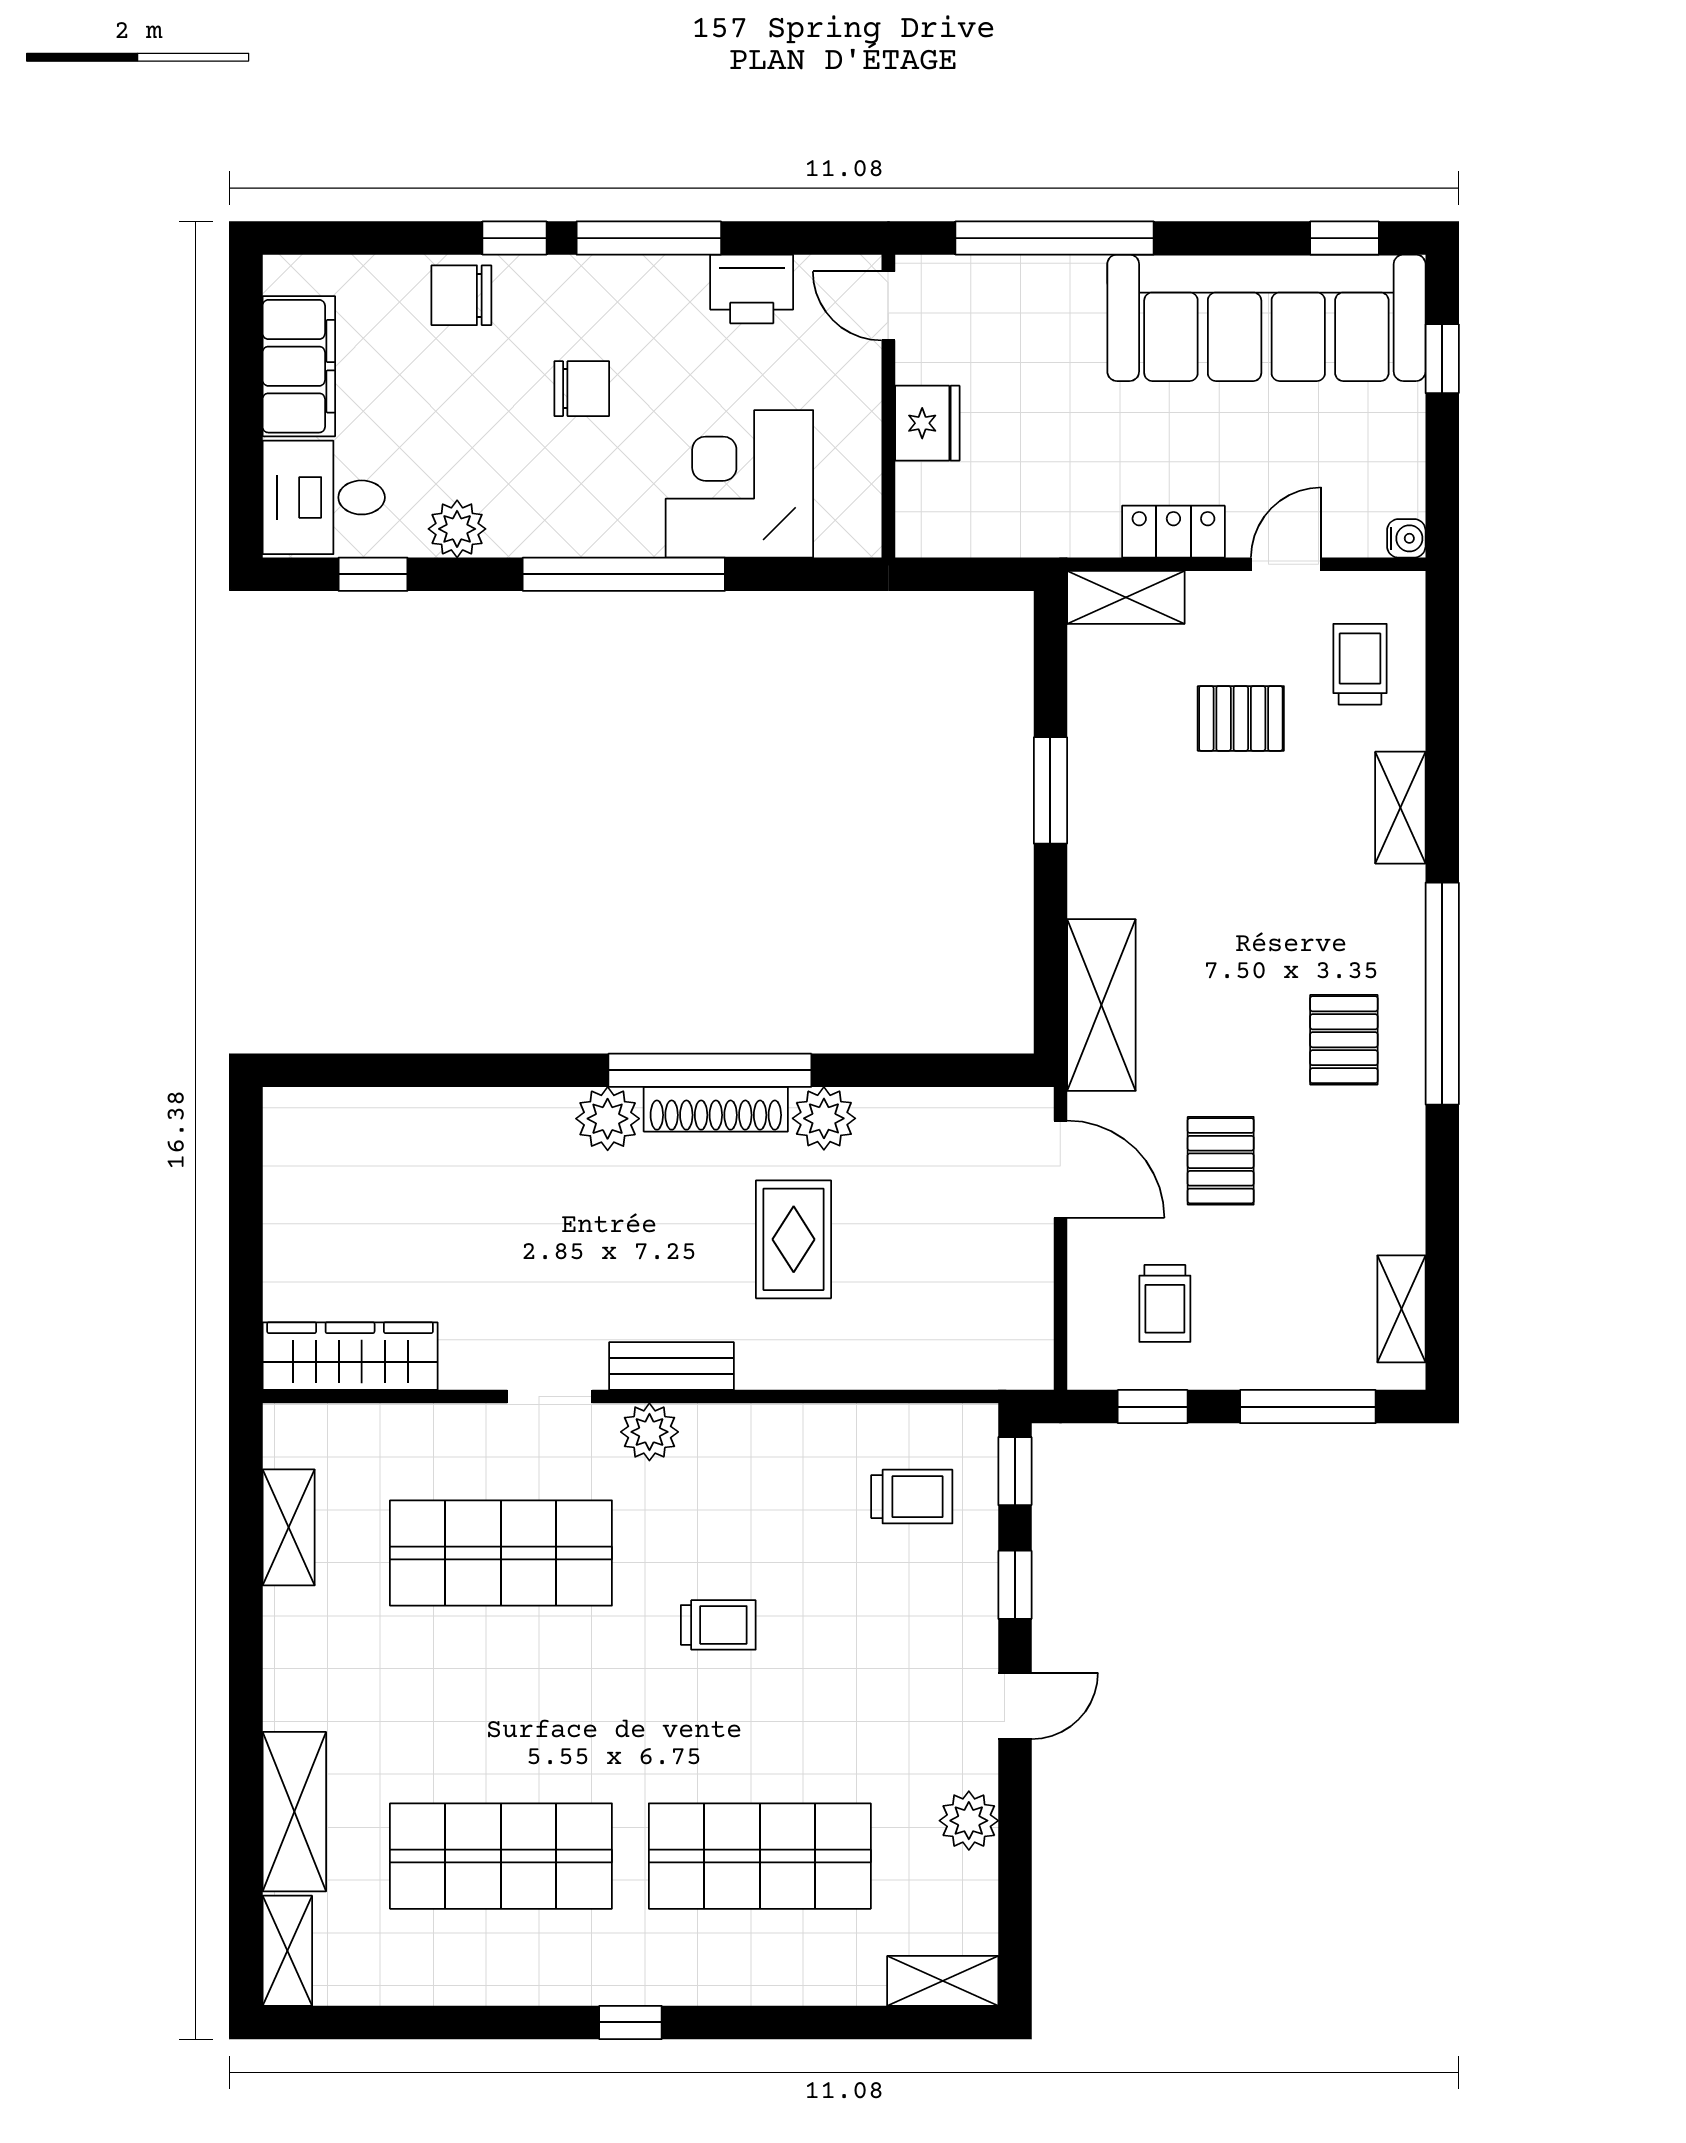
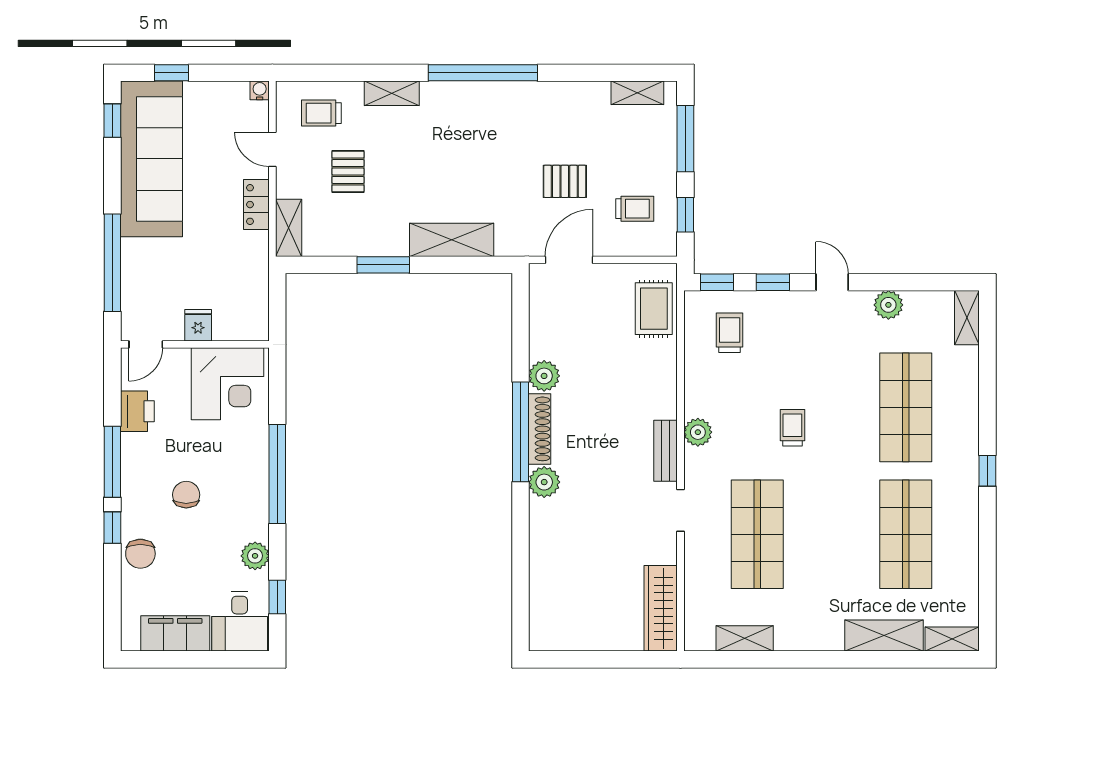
fridge: (927, 423) -> (198, 325), width x0.72
corner desk: (739, 484) -> (228, 384), moved, turned -90
shelving: (1101, 1005) -> (452, 240), moved
pallet: (1344, 1040) -> (505, 121), removed
rug: (794, 1239) -> (654, 309), moved, turned 90
plant: (649, 1432) -> (698, 432), moved

